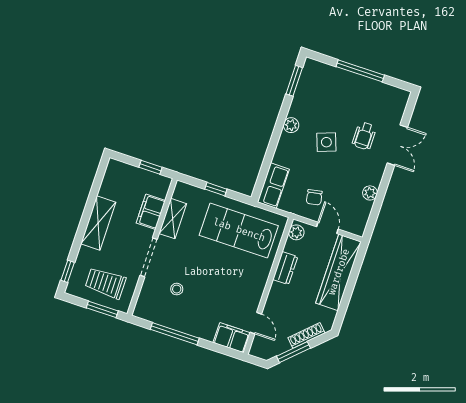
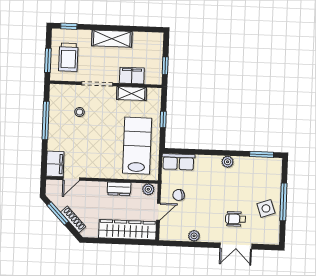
side table: (326, 142) -> (266, 208), moved
trolley: (105, 283) -> (68, 57), turned 180

